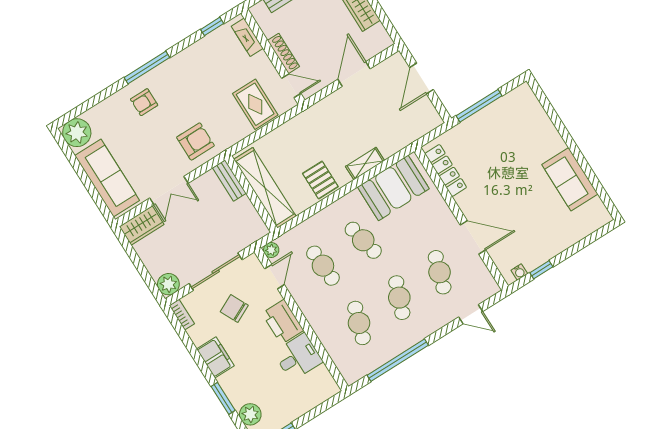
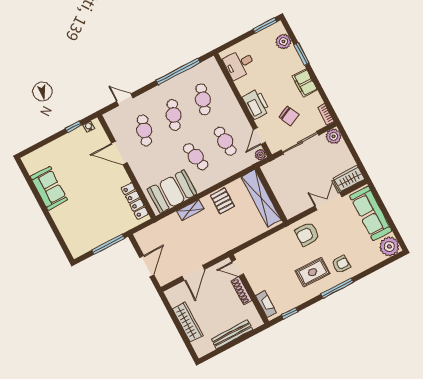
rug: (255, 104) -> (313, 272), moved, turned 90
bench: (229, 180) -> (286, 205), removed
desk: (298, 357) -> (239, 64), moved

